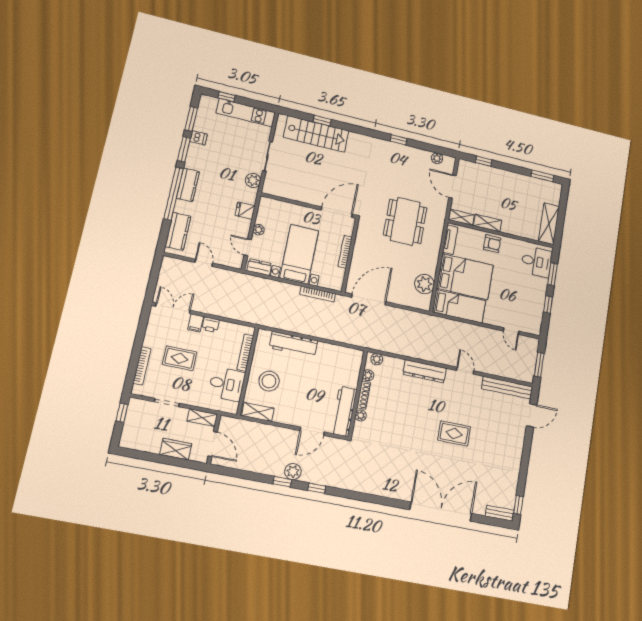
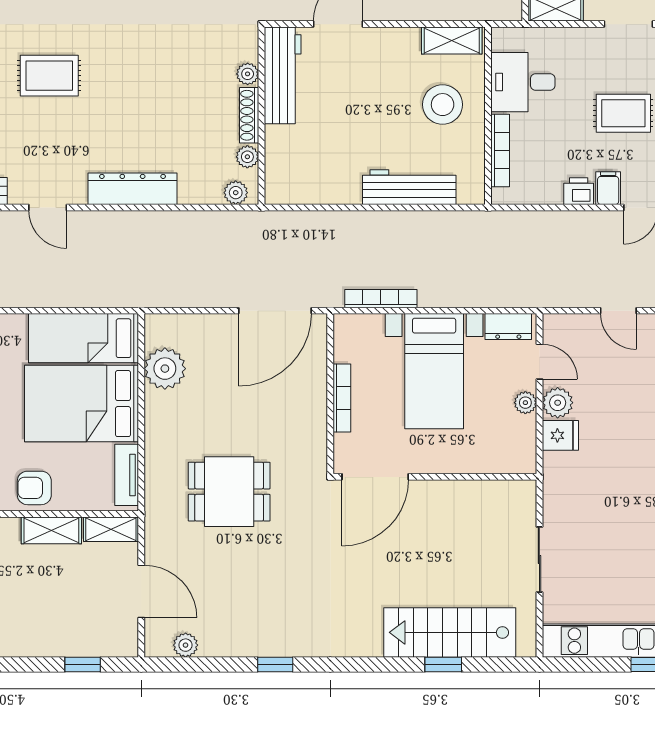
plant: (253, 180) -> (558, 403), moved
dining table: (405, 221) -> (229, 492), width x0.73

